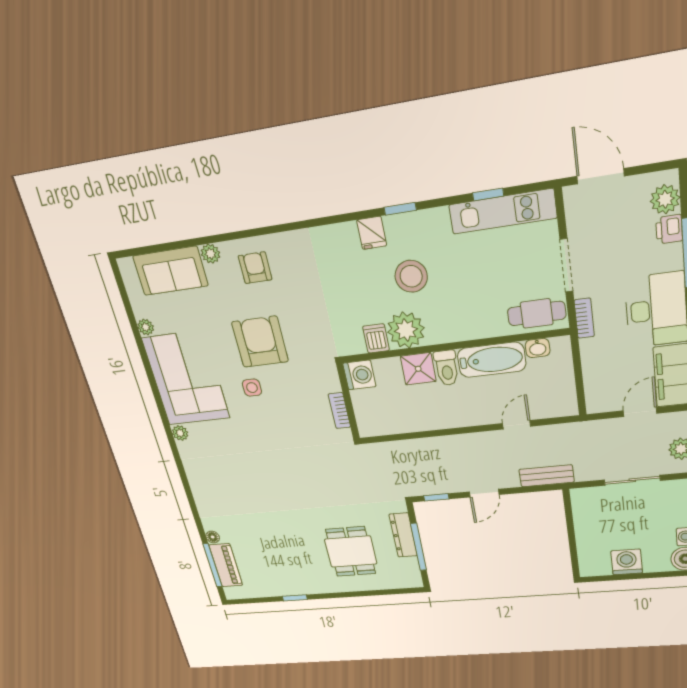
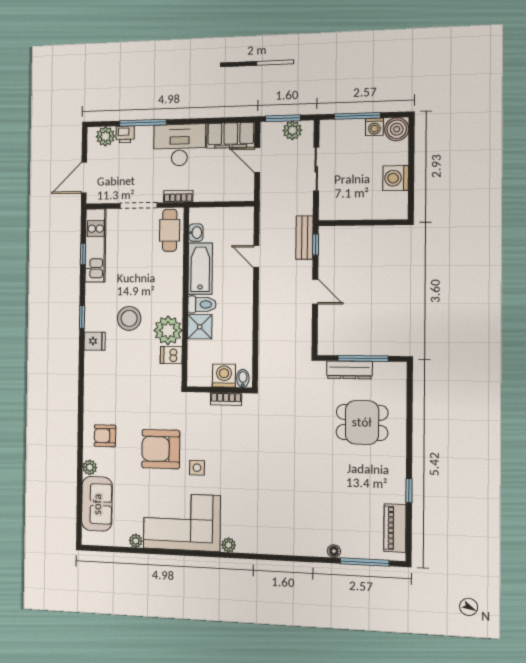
washing machine: (359, 375) -> (224, 376), moved
bidet: (368, 427) -> (243, 378), added
window: (436, 497) -> (316, 245), moved
piano: (226, 565) -> (395, 528), moved, turned -90

